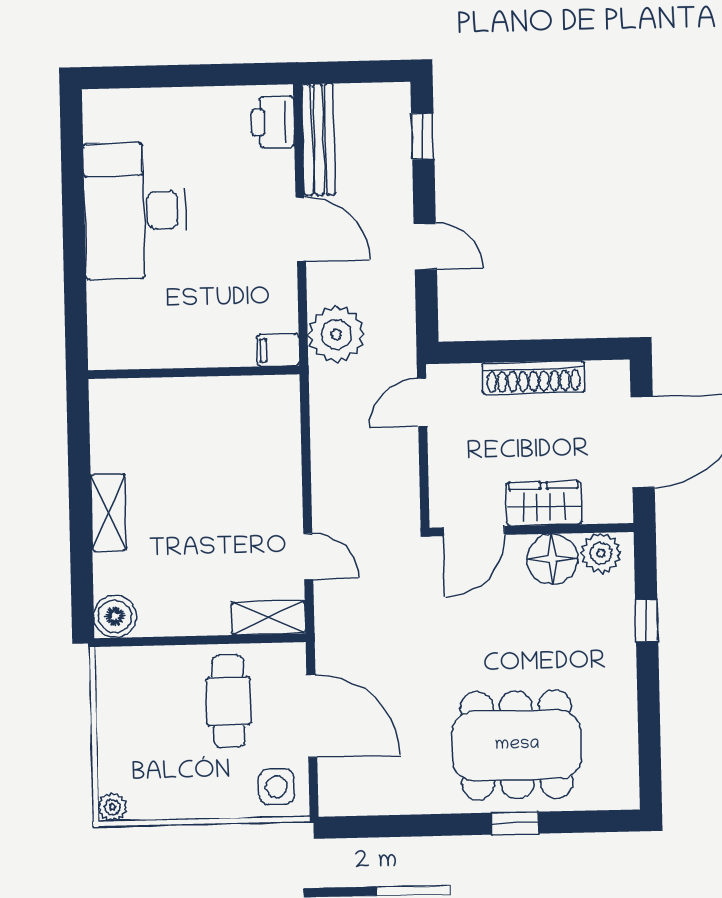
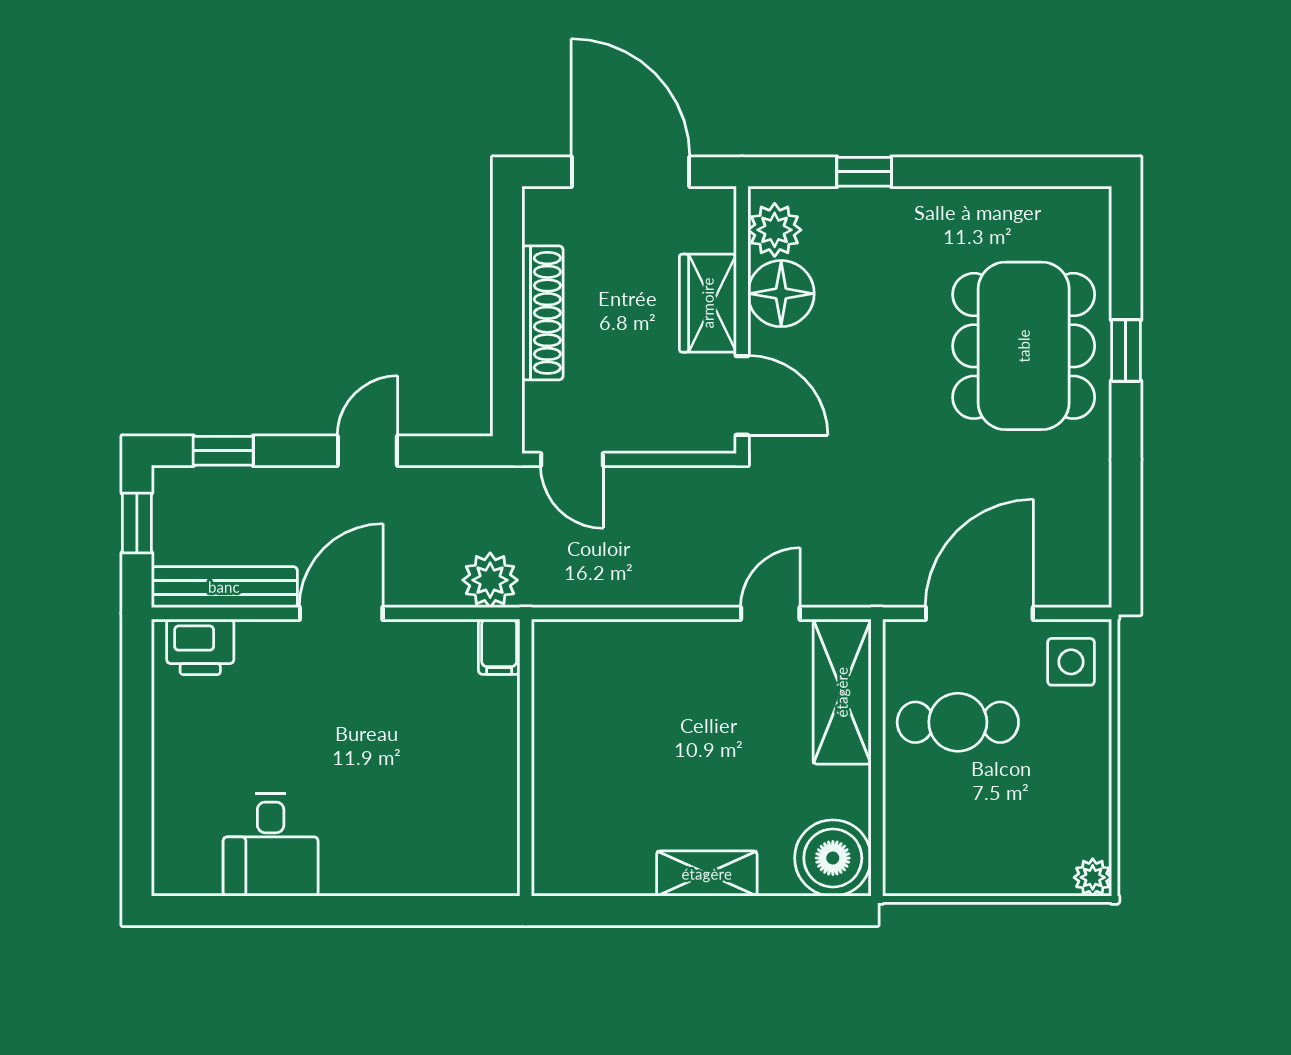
window: (366, 72) -> (137, 523), added
desk: (135, 211) -> (271, 845), width x0.53, depth x0.77
plant: (336, 334) -> (490, 580), width x0.73, depth x0.73
boiler: (115, 616) -> (833, 858), width x1.37, depth x1.37
shelving: (268, 618) -> (842, 692), width x1.50, depth x1.33

